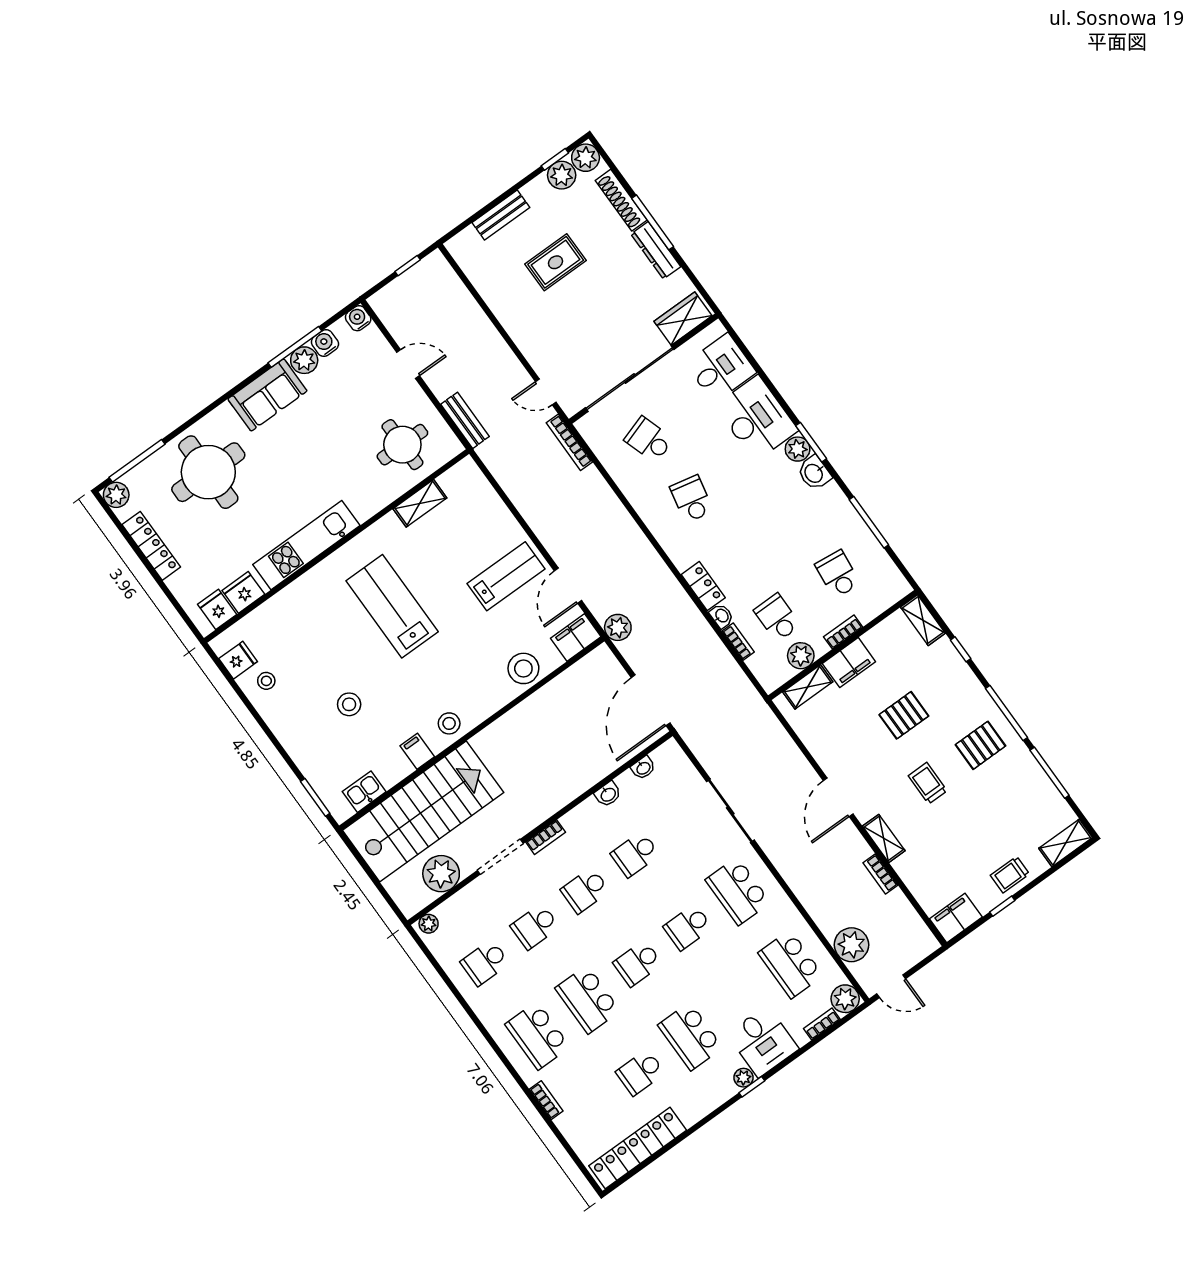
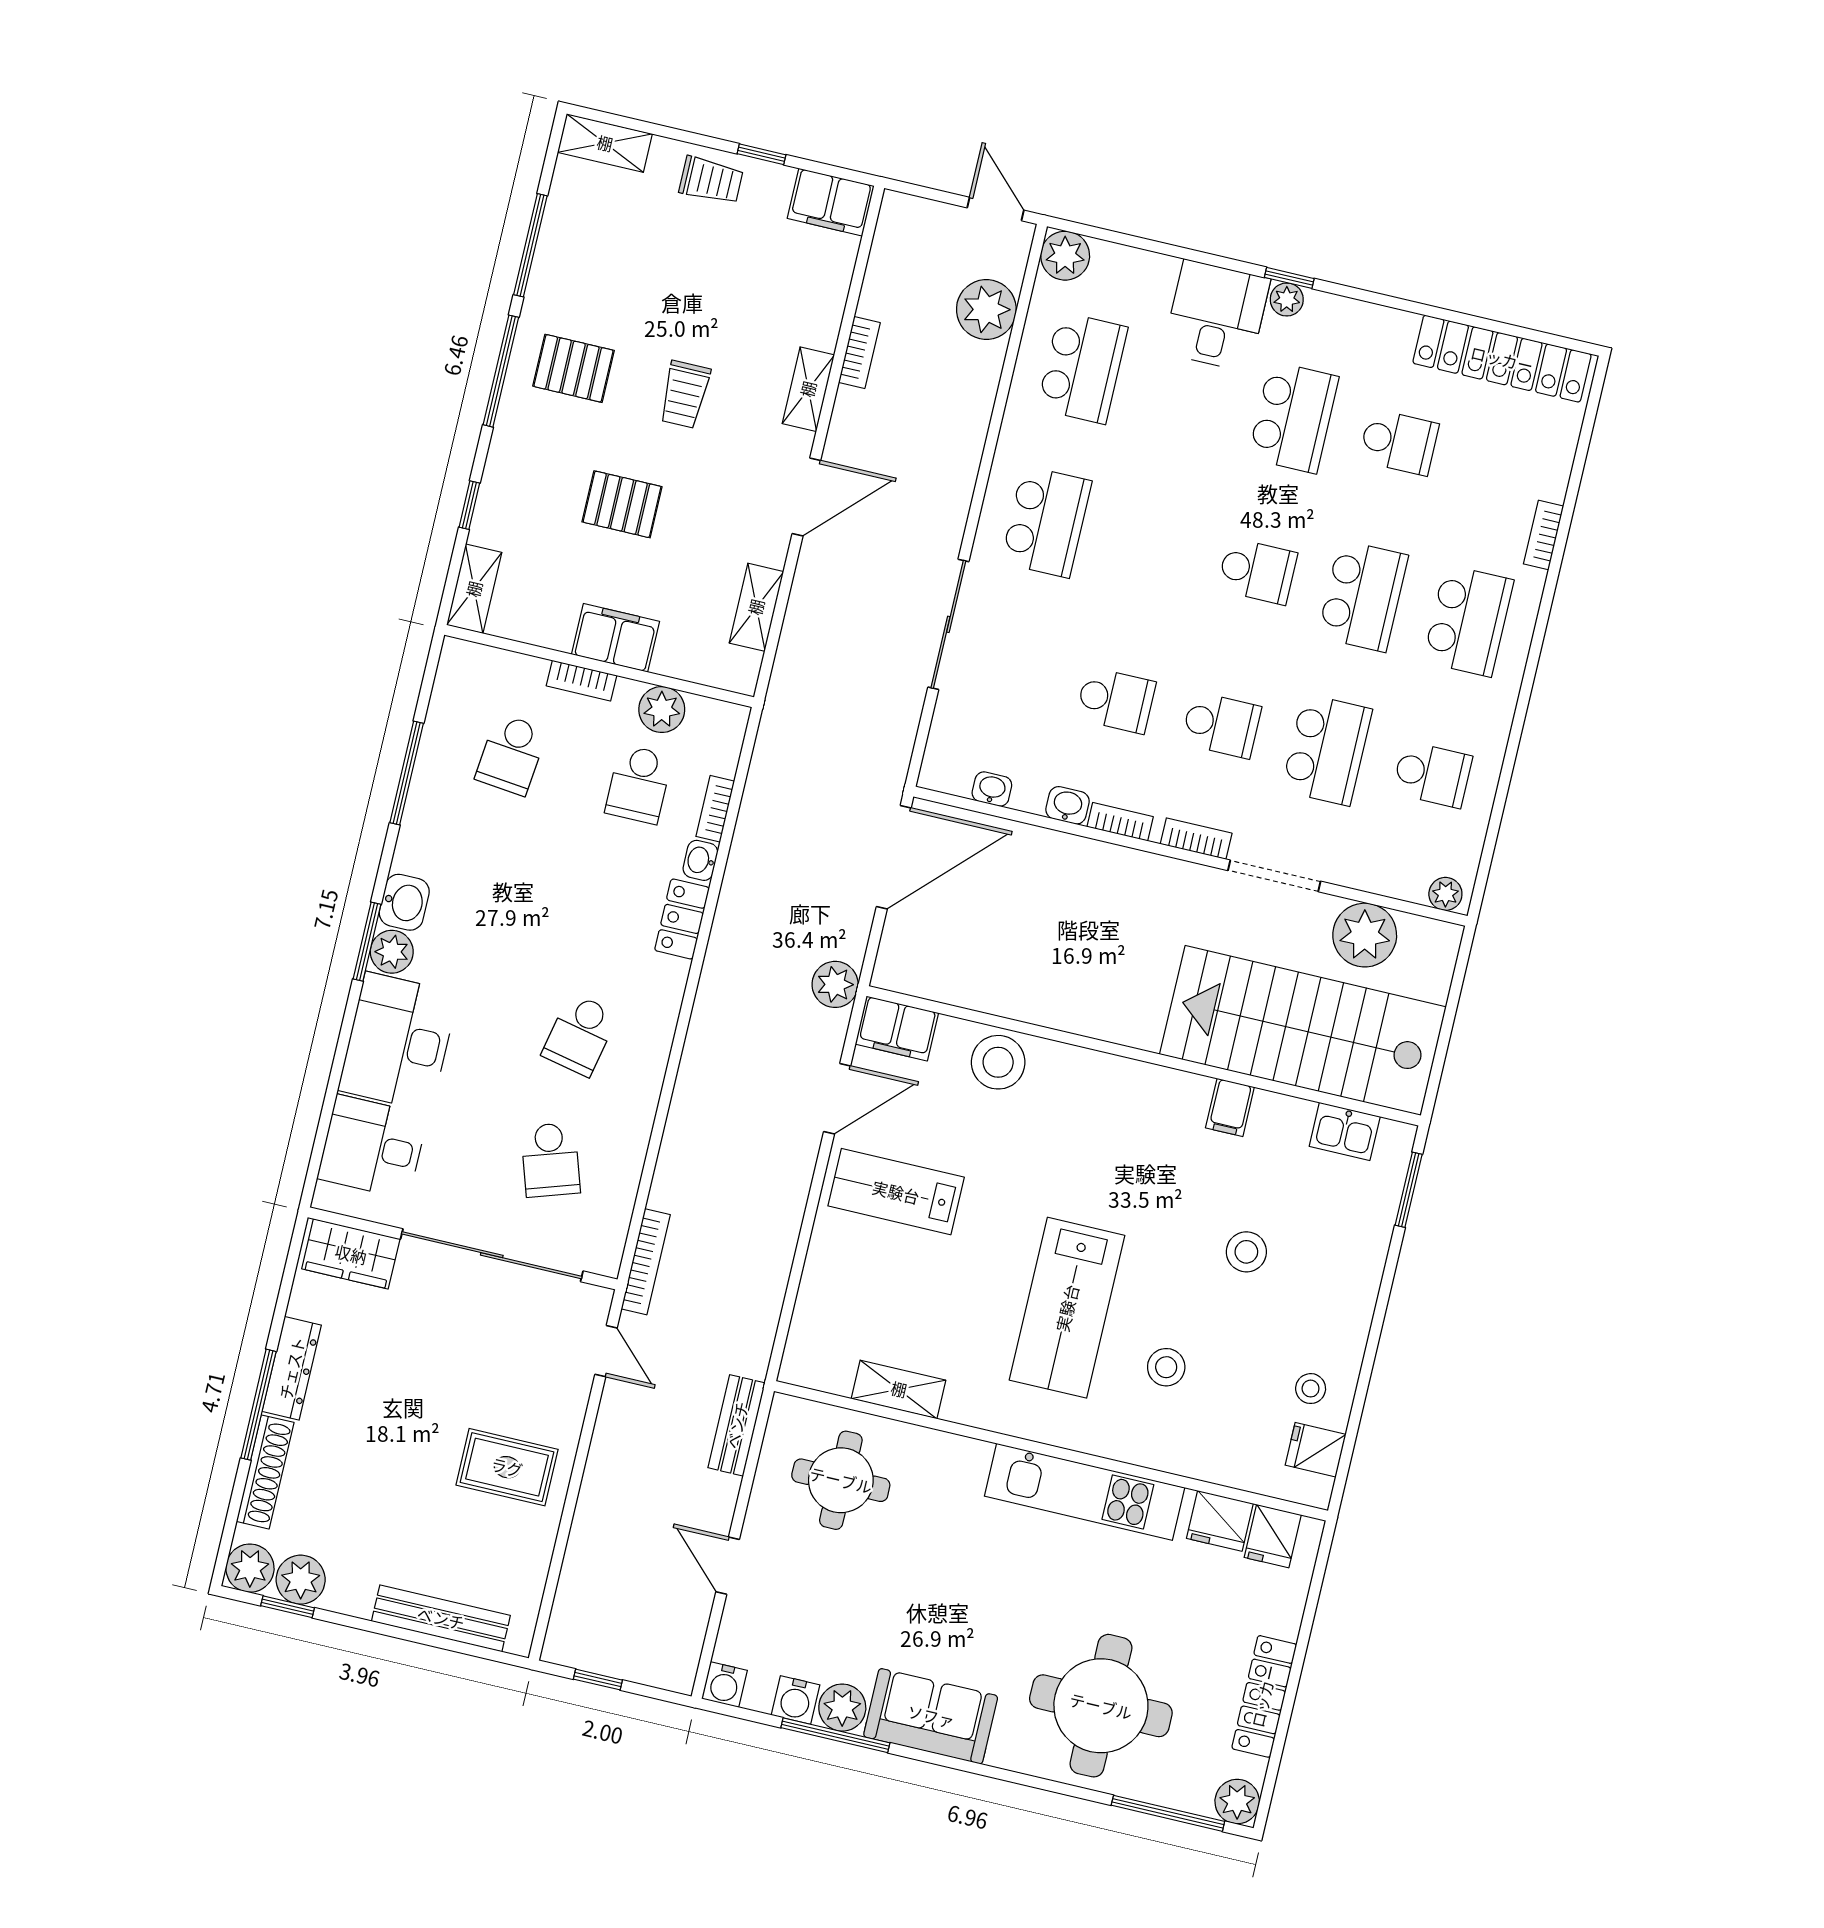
bench: (501, 215) -> (441, 1618), width x1.36
rug: (556, 262) -> (507, 1467), moved
shelving: (808, 687) -> (756, 607), moved, turned 90
stool: (449, 723) -> (1166, 1367), moved
school desk: (535, 927) -> (1327, 750), width x1.85
school desk: (688, 927) -> (1152, 546), removed
bookcase: (822, 1024) -> (1120, 822), moved, turned 180

